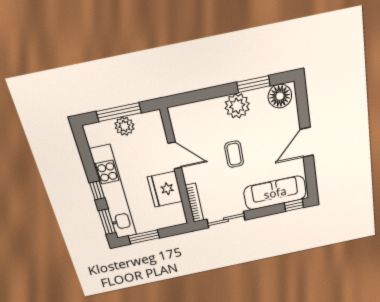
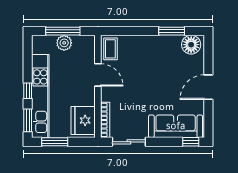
plant: (237, 106) -> (156, 45), removed
coffee table: (234, 154) -> (110, 49), moved
fridge: (165, 189) -> (83, 120), moved

